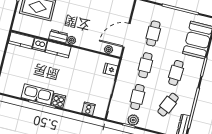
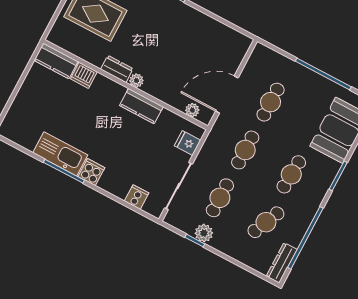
kitchen counter: (58, 50) -> (141, 106), moved

